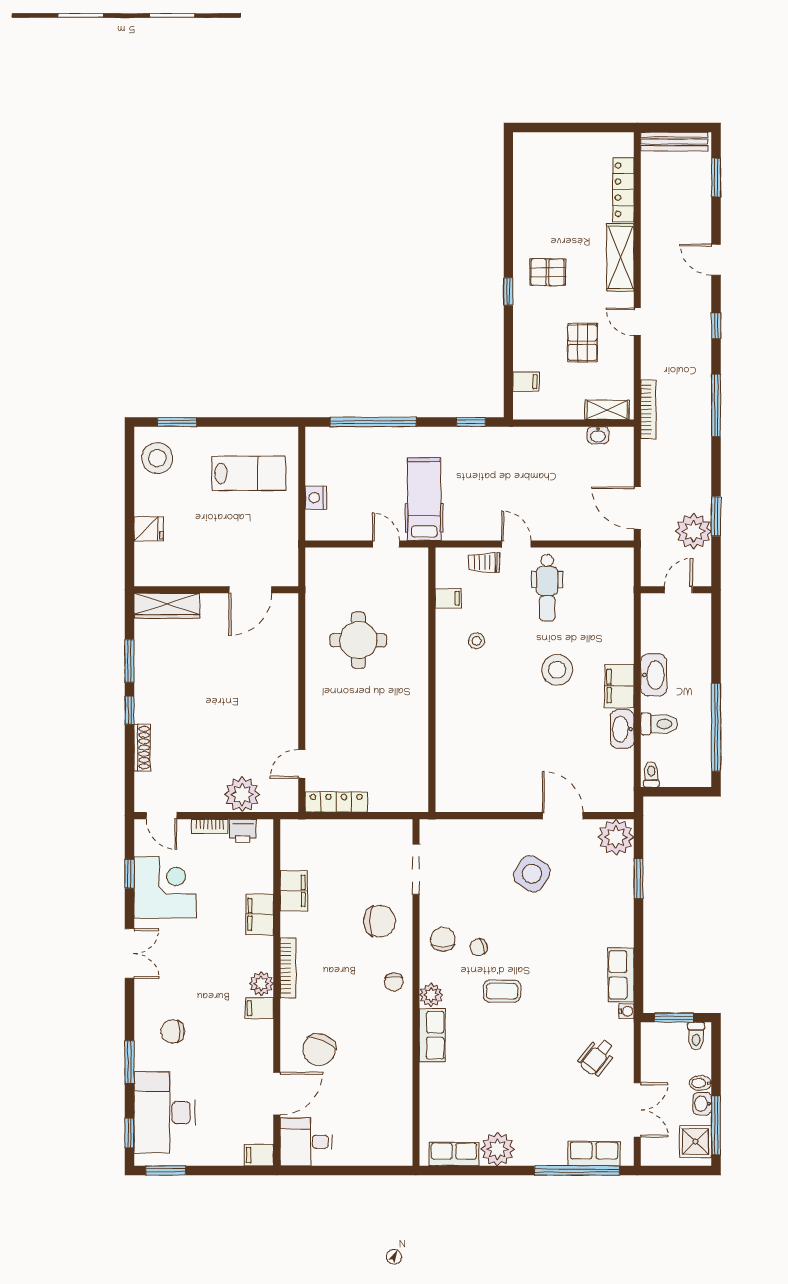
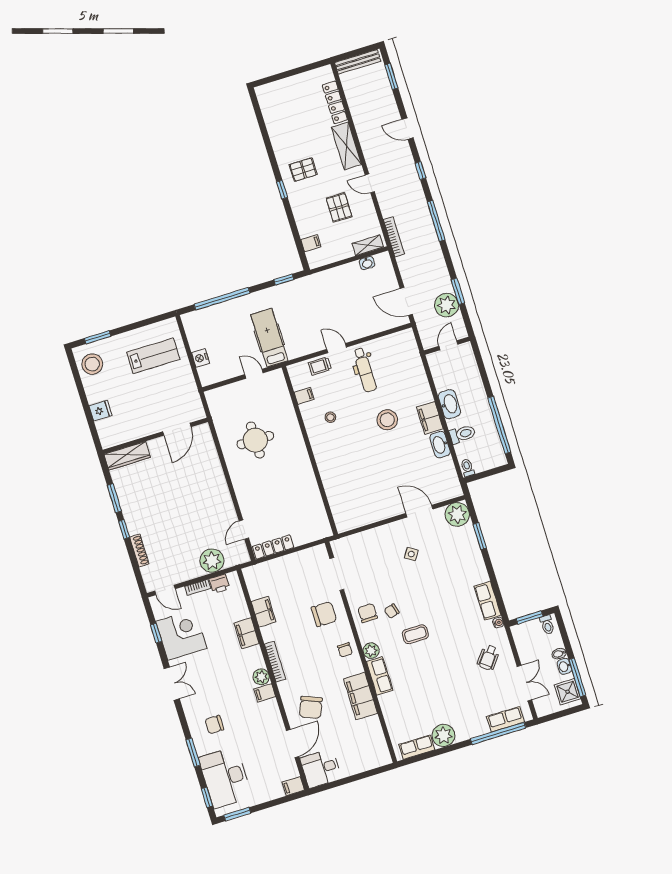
side table: (532, 874) -> (411, 554), width x0.54, depth x0.54
filing cabinet: (396, 1055) -> (360, 696), added

